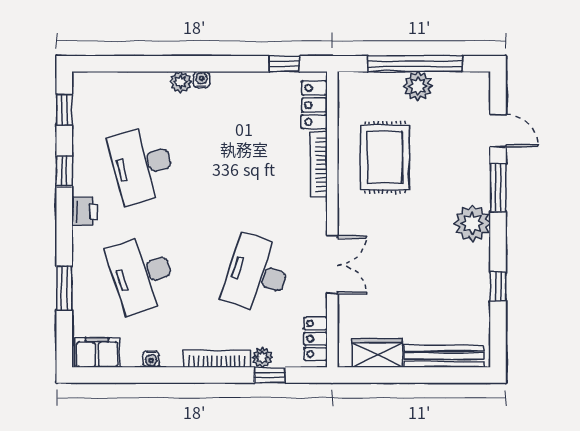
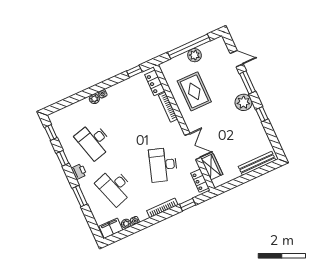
window: (498, 286) -> (262, 114), moved
window: (64, 288) -> (80, 196), moved
wardrobe: (377, 353) -> (212, 167), moved, turned 90
plant: (262, 357) -> (126, 224), moved

